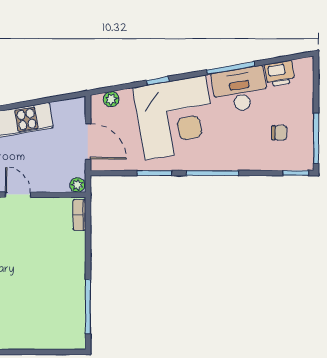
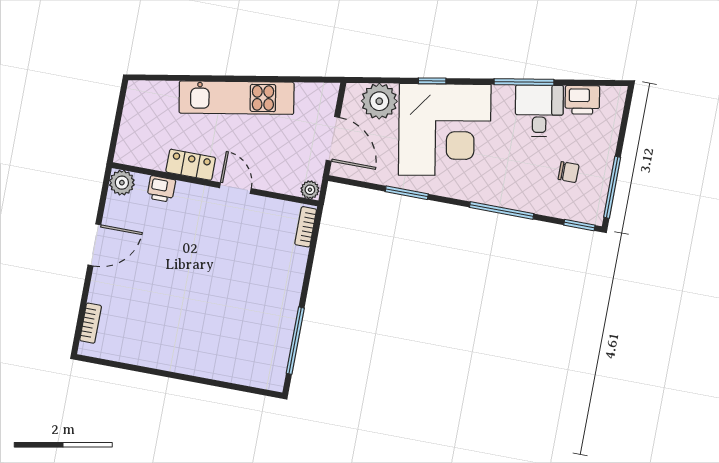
desk: (240, 90) -> (539, 111), width x0.73
plant: (111, 99) -> (379, 101), width x1.88, depth x1.88
window: (212, 173) -> (502, 211), moved

